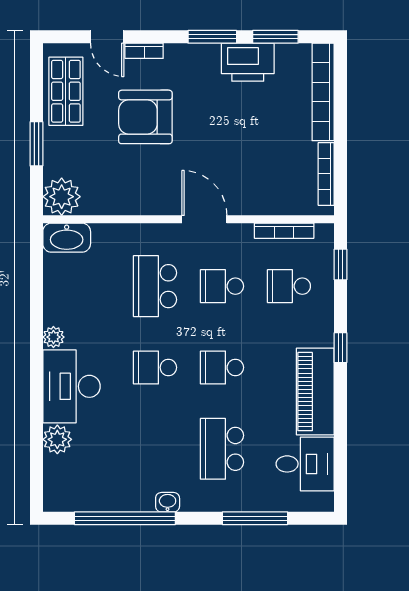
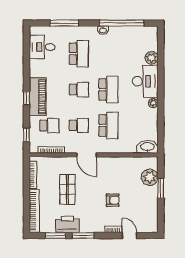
shop shelf: (66, 91) -> (68, 189), moved
armchair: (145, 117) -> (113, 200), width x0.53, depth x0.53
plant: (62, 197) -> (150, 177), moved
school desk: (155, 367) -> (108, 90), width x1.85
piano: (315, 392) -> (38, 97), moved

